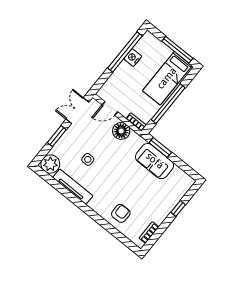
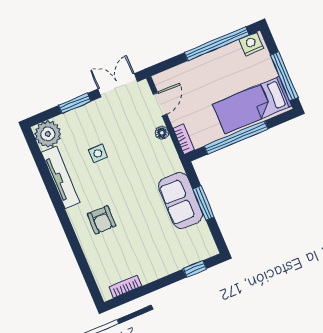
nightstand: (133, 58) -> (251, 44), moved
door: (110, 108) -> (160, 104), swing flipped
floor lamp: (121, 131) -> (162, 133), width x0.53, depth x0.53
window: (160, 148) -> (204, 203), moved
window: (178, 209) -> (195, 269), moved
armchair: (121, 213) -> (102, 220), moved, turned 90

